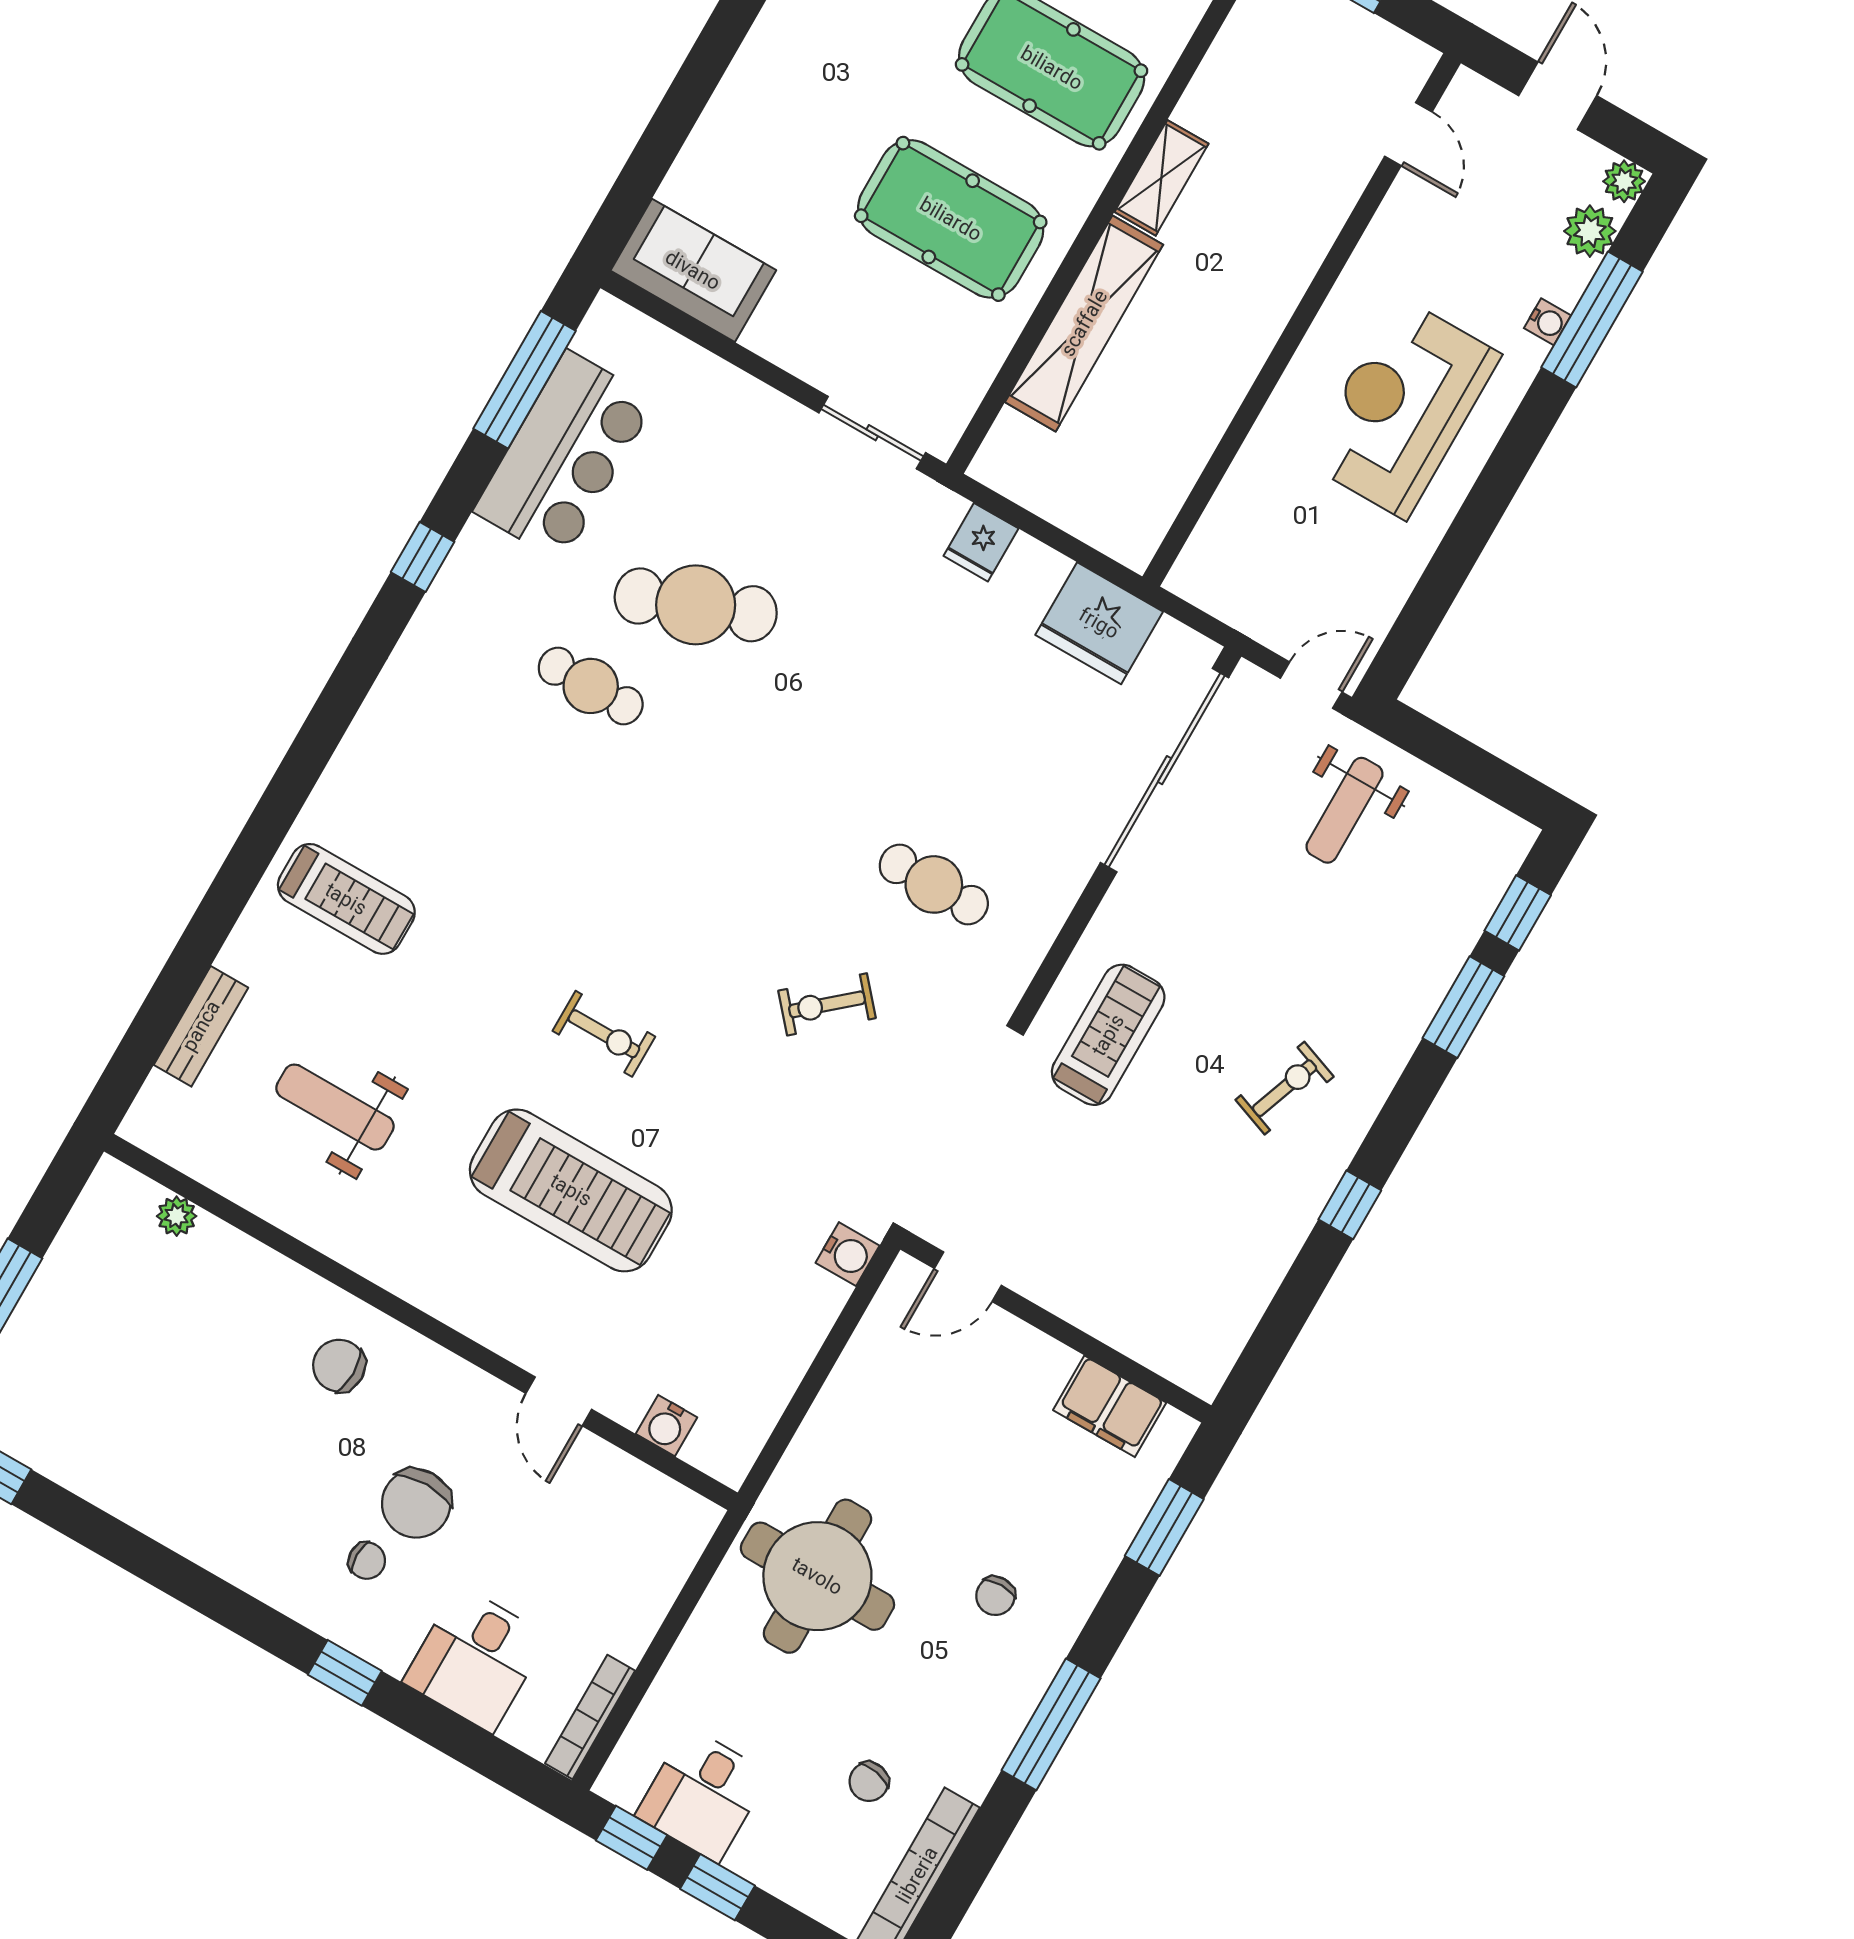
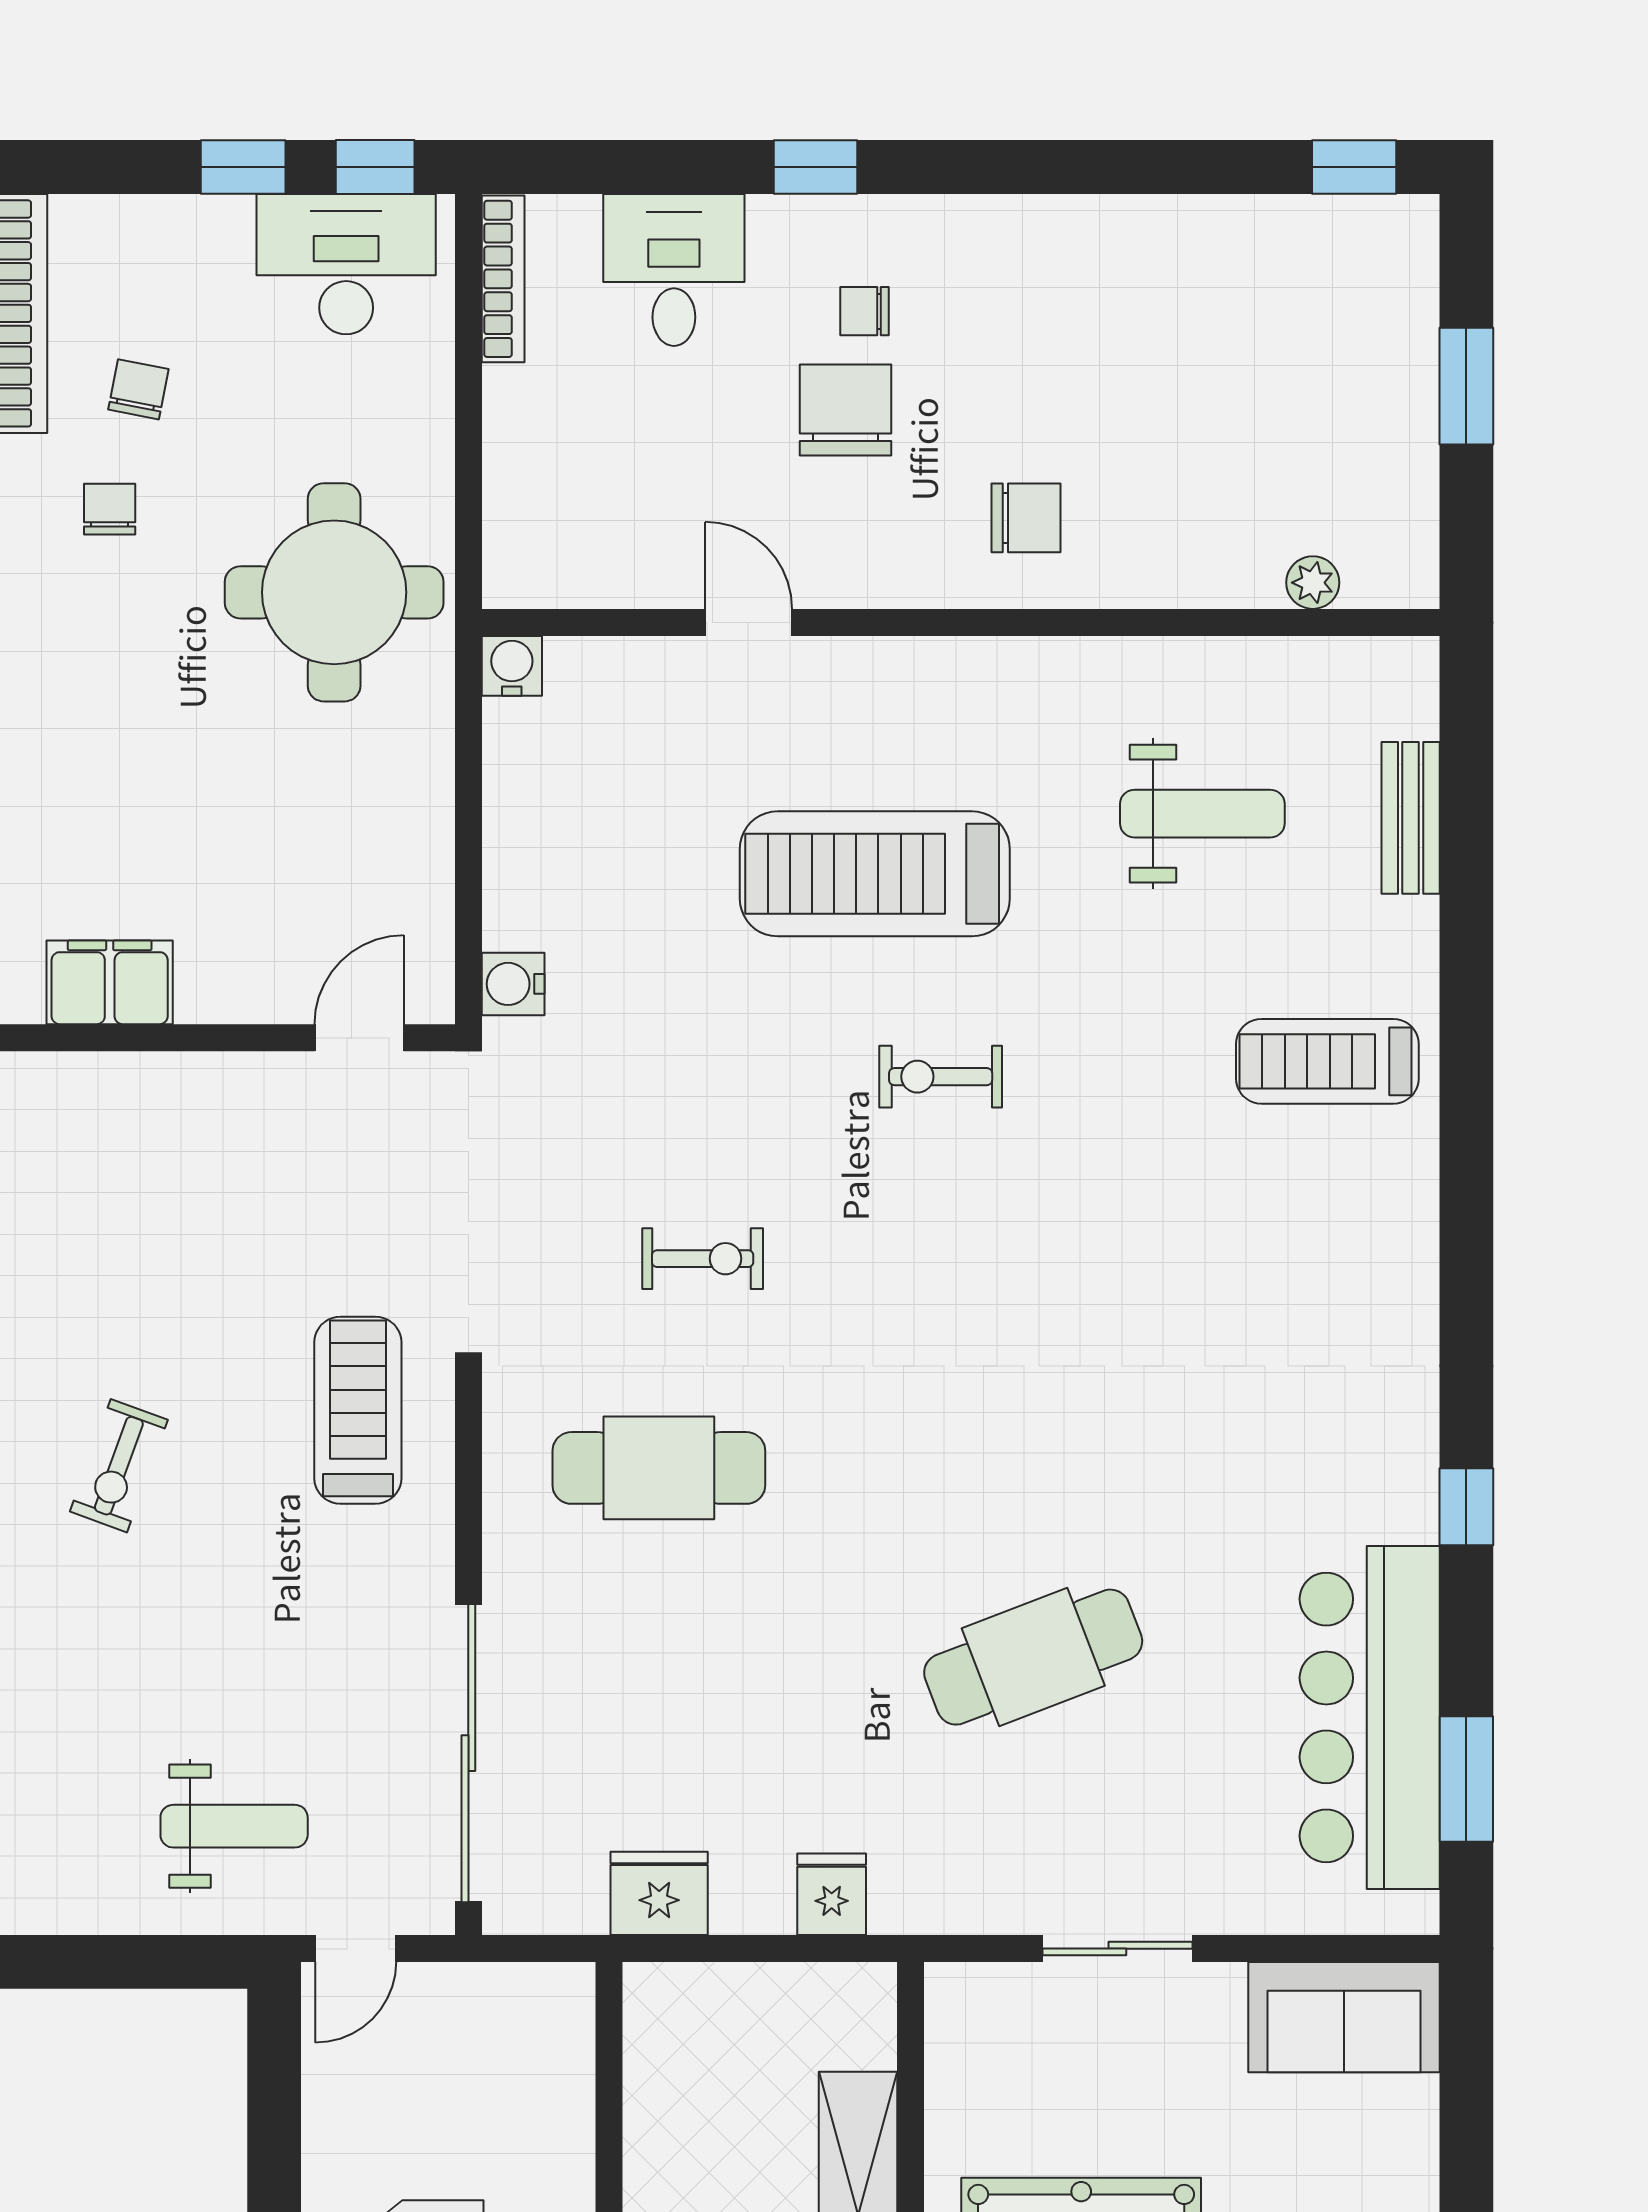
window: (525, 380) -> (1466, 1779), width x0.69
sliding door: (872, 433) -> (1117, 1949), moved
bar counter: (564, 456) -> (1370, 1717), width x1.36
cafe table: (696, 605) -> (1033, 1657), moved
fridge: (1099, 623) -> (659, 1893), width x0.73, depth x0.75
cafe table: (591, 686) -> (1187, 1469), removed
weight bench: (1345, 810) -> (234, 1826), turned 90
cafe table: (934, 884) -> (659, 1468), width x1.37, depth x1.35
exercise bike: (827, 1004) -> (703, 1259), turned 41
treadmill: (1108, 1035) -> (358, 1410), turned 180
water cooler: (667, 1426) -> (512, 666), moved
chair: (995, 1596) -> (110, 509), moved
desk: (703, 1794) -> (346, 264), width x1.37

